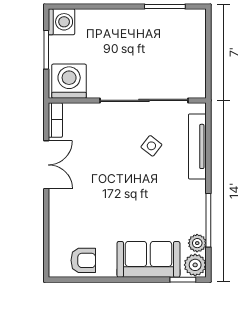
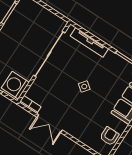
side table: (151, 146) -> (84, 86), moved
double door: (46, 165) -> (50, 124), swing flipped

